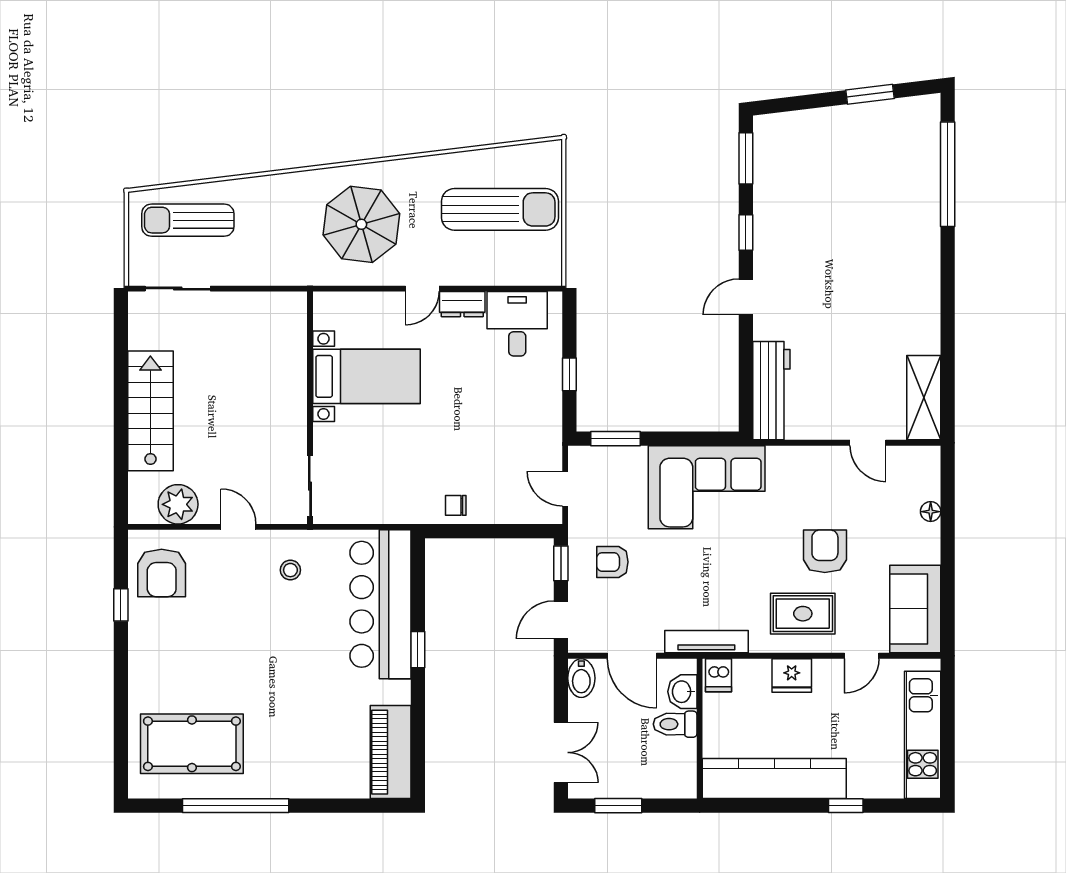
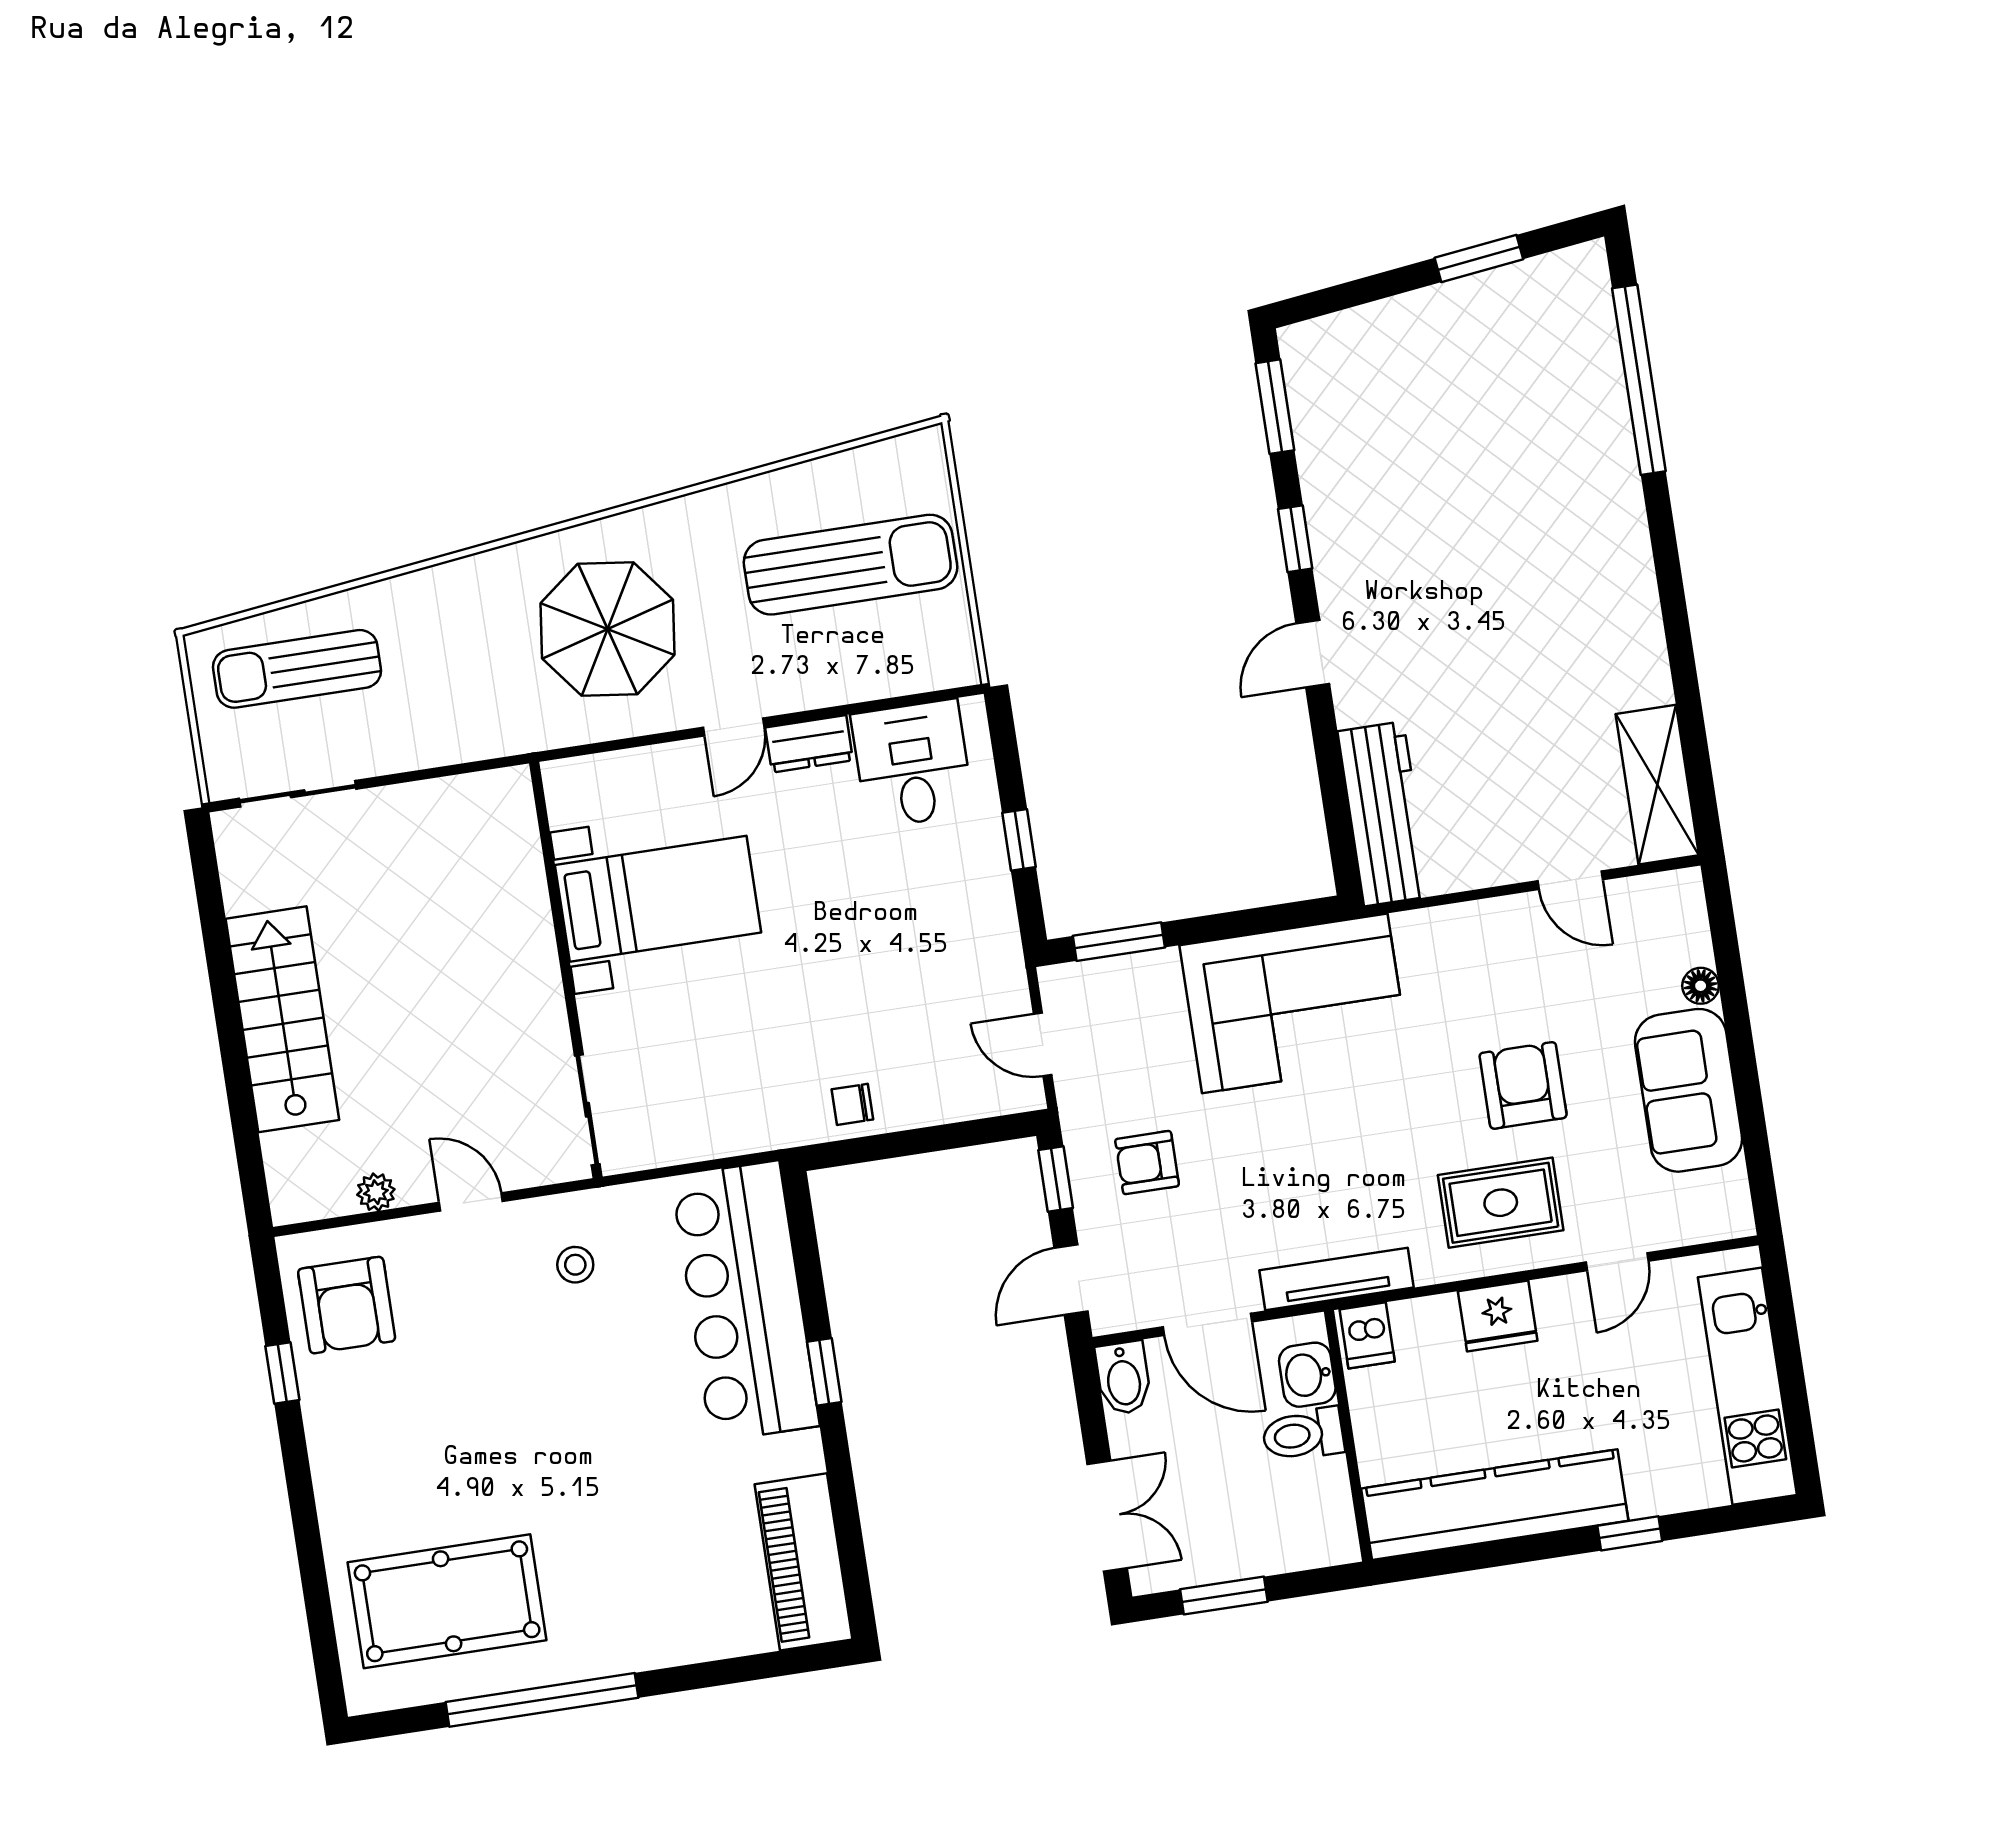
plant: (178, 504) -> (376, 1192), width x0.53, depth x0.53
sofa: (915, 609) -> (1689, 1090), moved

